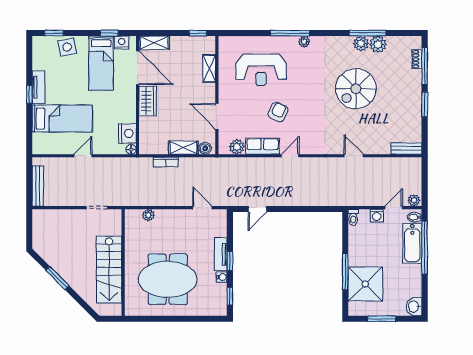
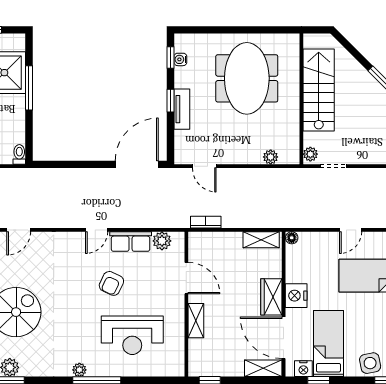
shelving: (209, 68) -> (196, 321), moved
reception desk: (261, 70) -> (132, 335), turned 180
nightstand: (127, 133) -> (296, 296), moved
shelving: (183, 148) -> (261, 240), moved
boiler: (205, 148) -> (201, 239), removed
door: (354, 156) -> (19, 230), hinge flipped
bookcase: (166, 162) -> (206, 222), moved
door: (257, 209) -> (137, 164), width x1.88
plant: (116, 218) -> (310, 154), added
water cooler: (222, 277) -> (180, 59), moved
meeting table: (168, 279) -> (247, 78), turned 90

